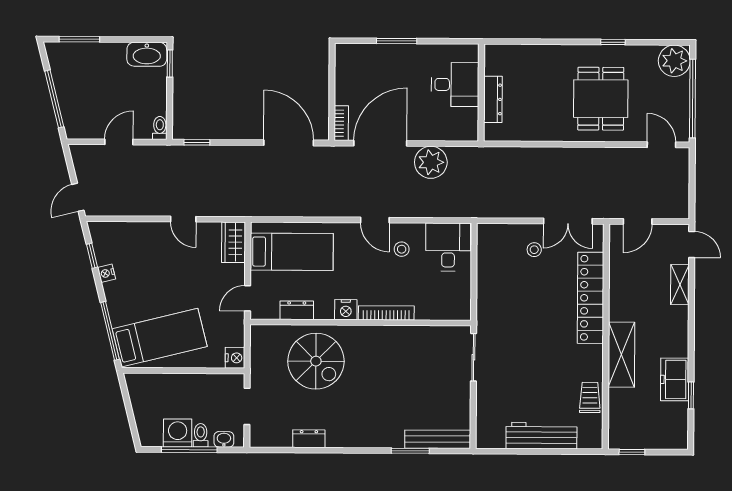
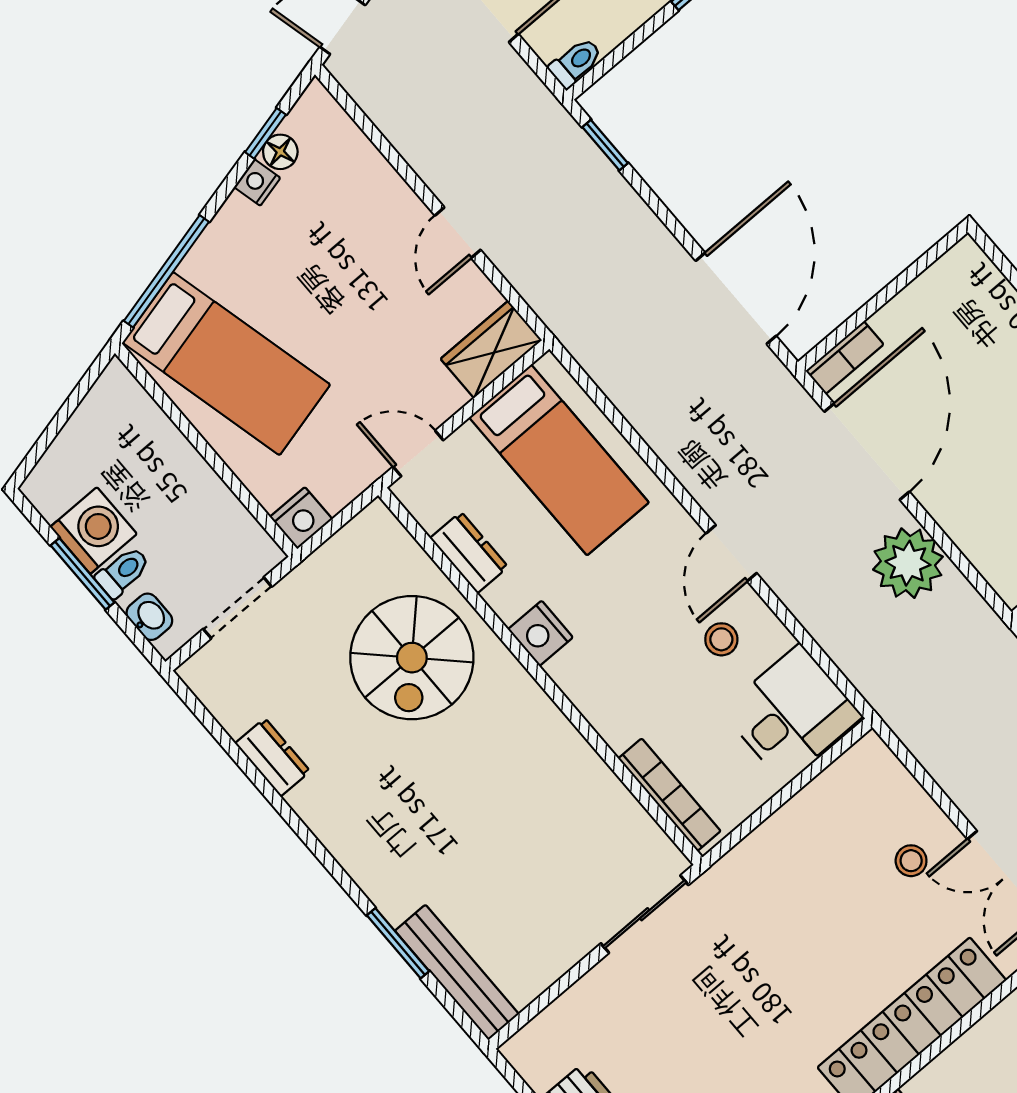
door: (380, 143) -> (867, 452), hinge flipped
floor lamp: (103, 256) -> (280, 152), added
bookcase: (386, 313) -> (669, 795), moved
window: (189, 450) -> (83, 574), width x0.69

